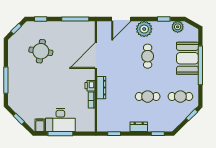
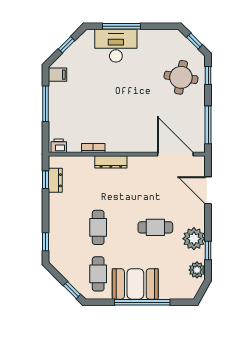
plant: (144, 29) -> (194, 239), moved
round table: (41, 51) -> (181, 77), moved
door: (96, 56) -> (175, 154), moved
booth: (187, 58) -> (135, 284), moved
printer: (90, 86) -> (59, 146), moved
desk: (60, 120) -> (116, 46), moved, turned 90
dresser: (139, 127) -> (55, 180), moved

